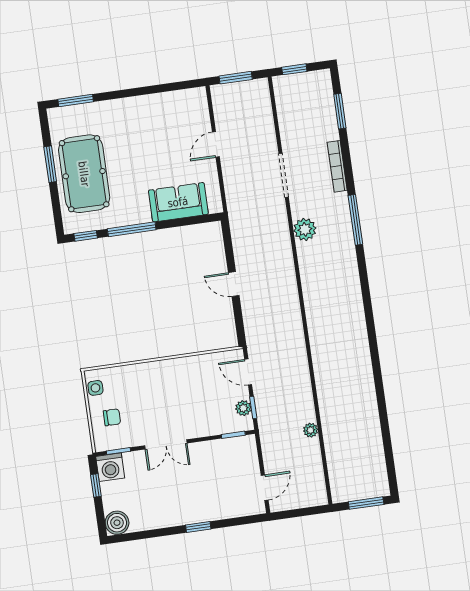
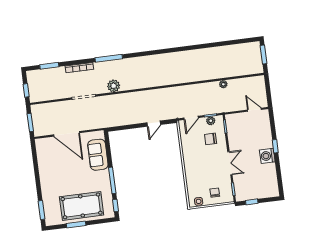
door: (216, 144) -> (67, 134), width x1.88
door: (234, 284) -> (154, 124), moved
chair: (210, 408) -> (211, 139), added
washing machine: (110, 467) -> (267, 156), moved, turned 180
boiler: (117, 523) -> (272, 191), removed

